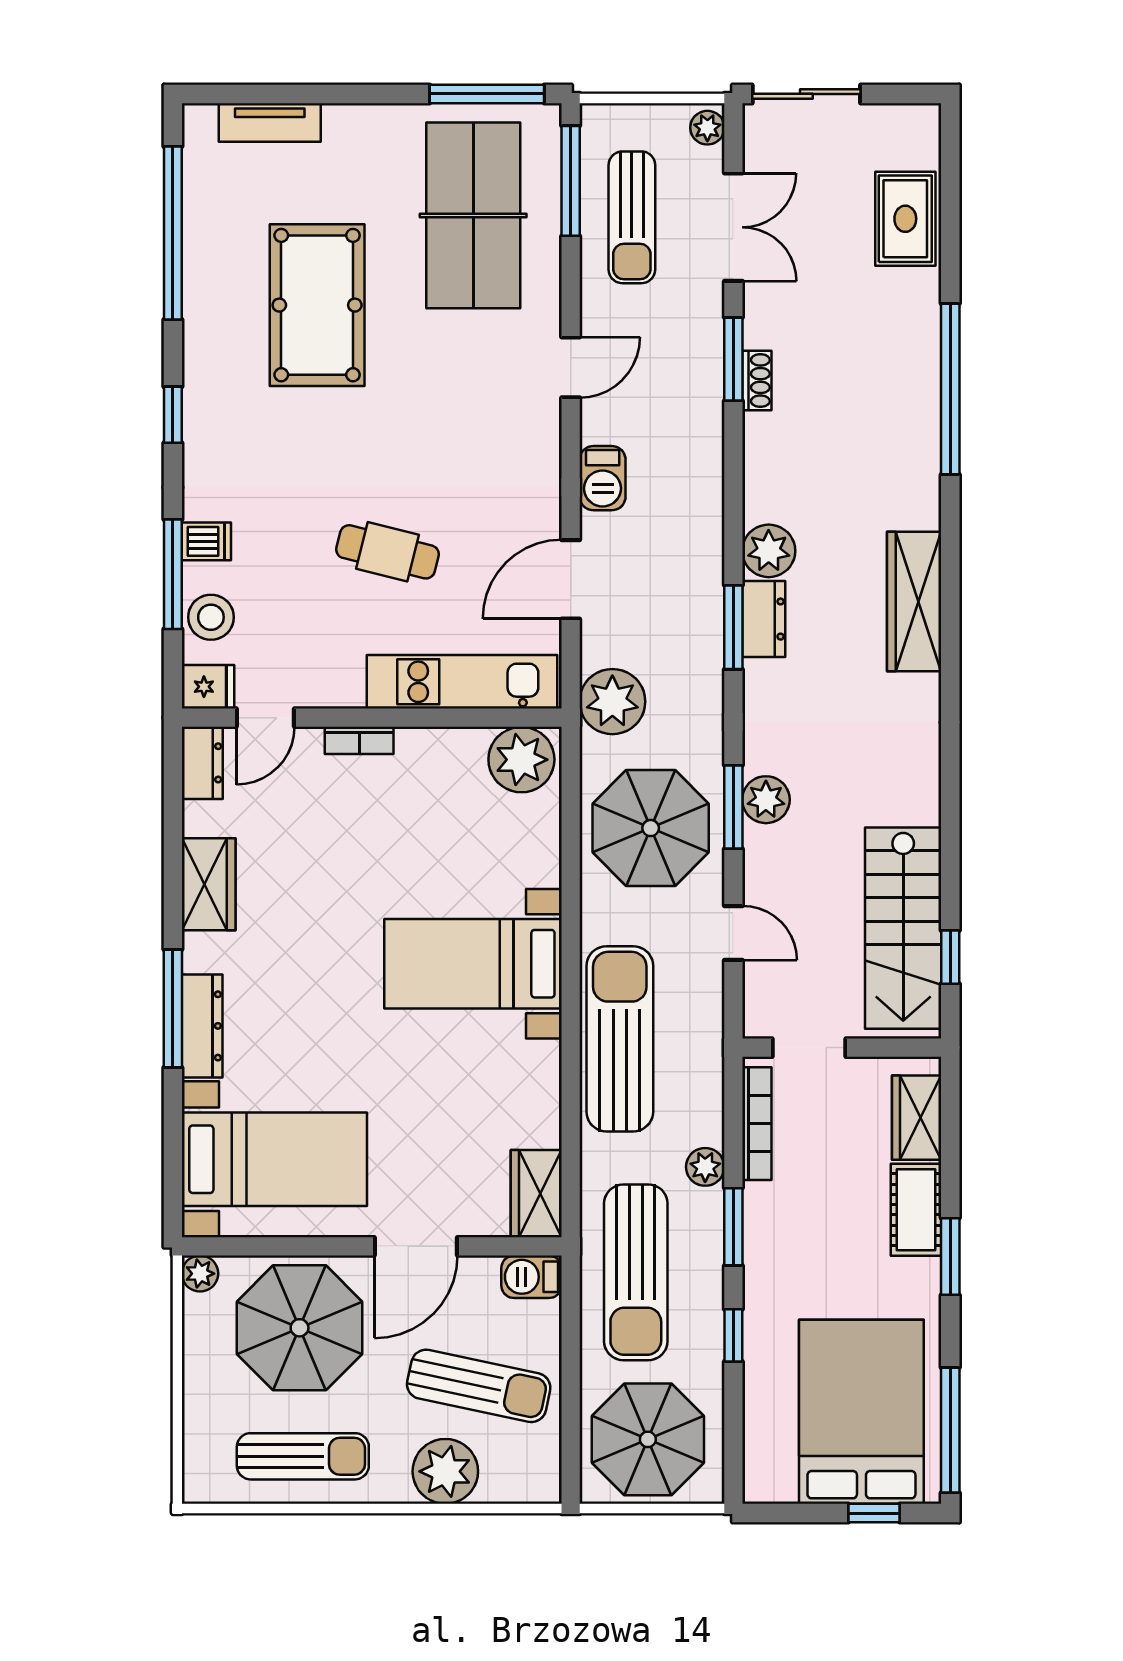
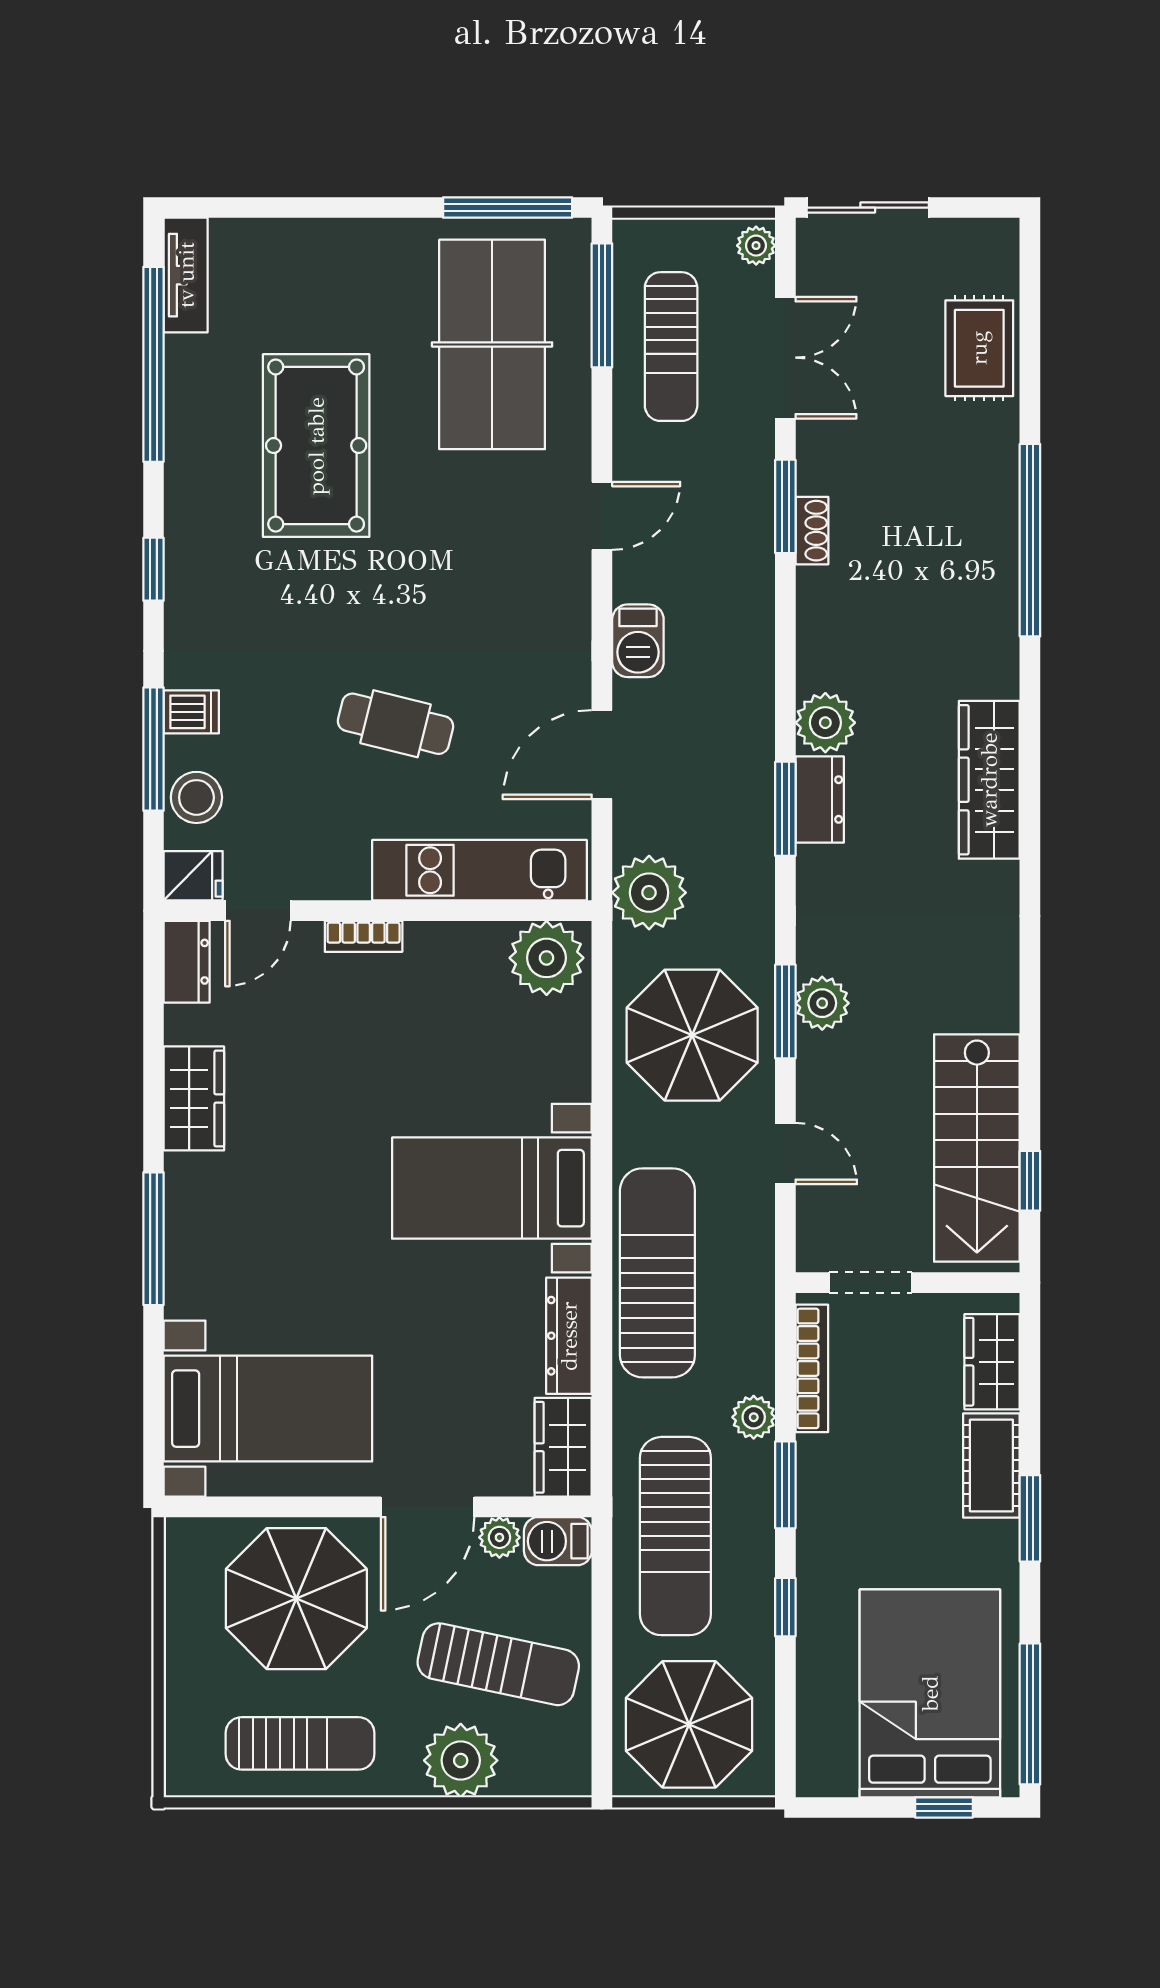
tv unit: (270, 122) -> (186, 275), moved, turned -90
dresser: (202, 1026) -> (569, 1336), moved, turned 180
plant: (200, 1274) -> (499, 1537), moved

